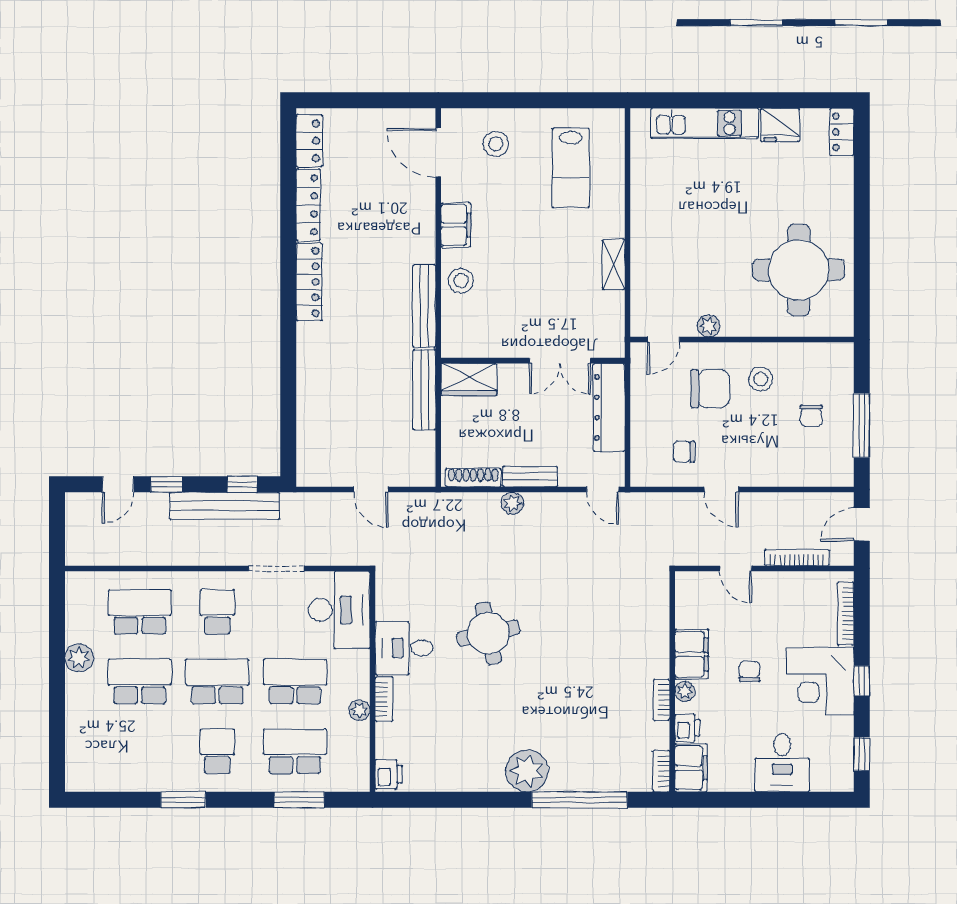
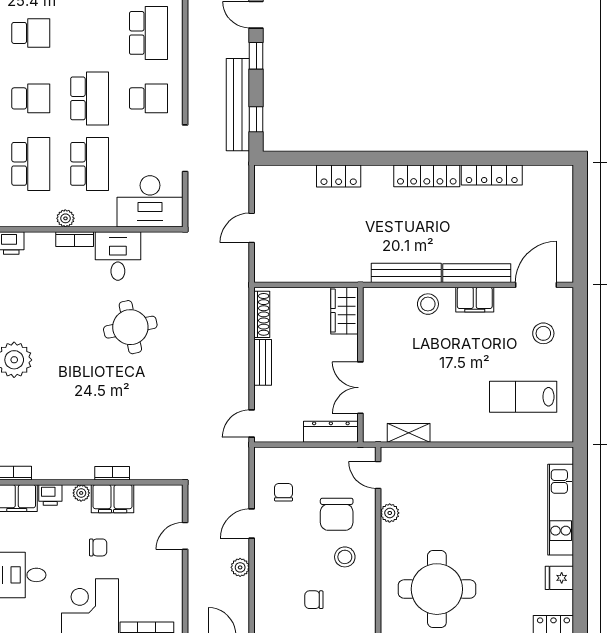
fridge: (780, 125) -> (559, 578), width x0.72
locker: (309, 141) -> (339, 176), moved
shelving: (614, 264) -> (409, 433), moved
bench: (424, 390) -> (477, 273), moved
dresser: (609, 407) -> (331, 432), width x0.73, depth x0.80
plant: (512, 503) -> (240, 567), moved
bookcase: (797, 558) -> (194, 587), removed
school desk: (140, 681) -> (31, 33), moved, width x0.54
bookcase: (661, 700) -> (112, 473), moved

